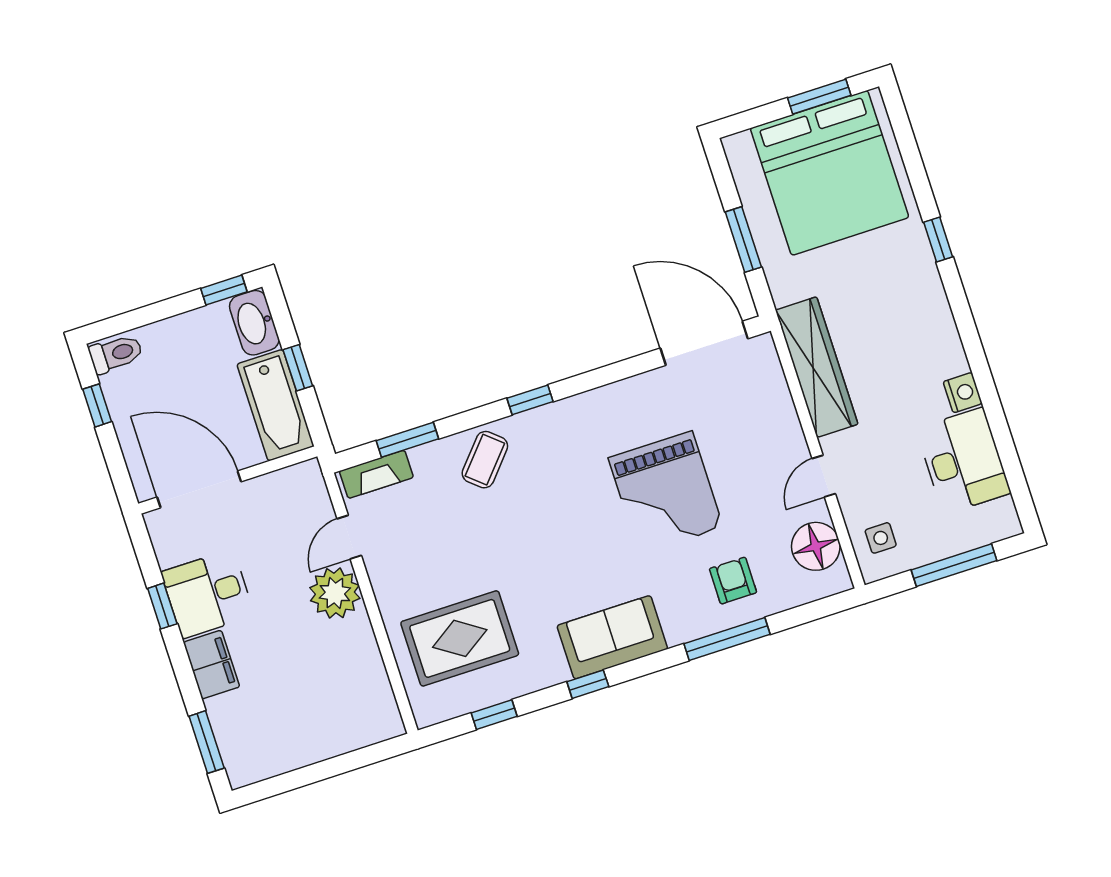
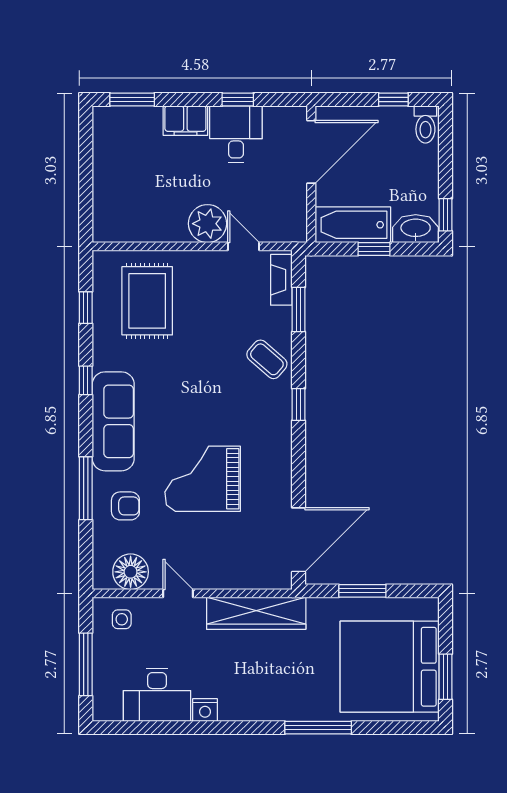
window: (938, 240) -> (318, 728), width x2.17
sofa: (612, 637) -> (113, 421), width x1.36

